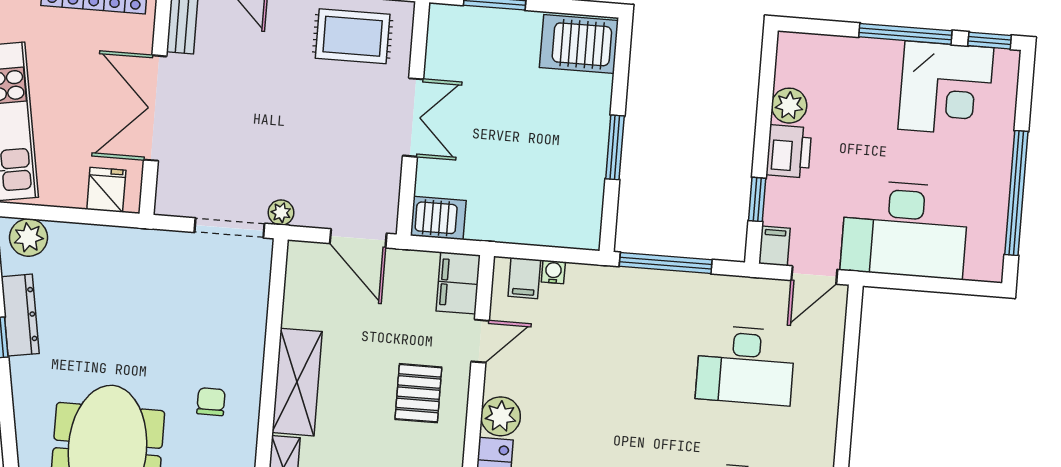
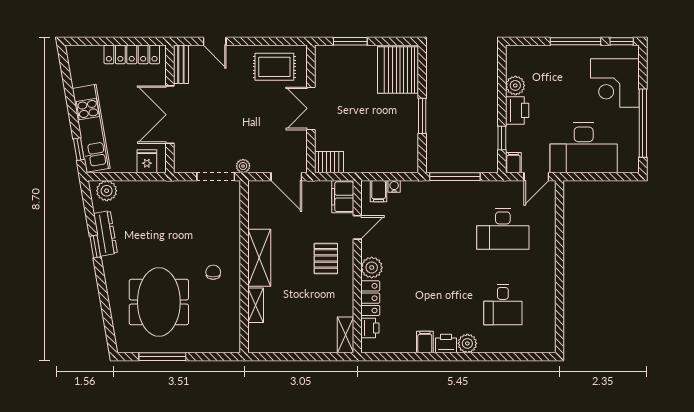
server rack: (579, 44) -> (398, 70), width x1.60
corner desk: (946, 89) -> (615, 83), moved, turned 90
double door: (413, 117) -> (311, 108), swing flipped

